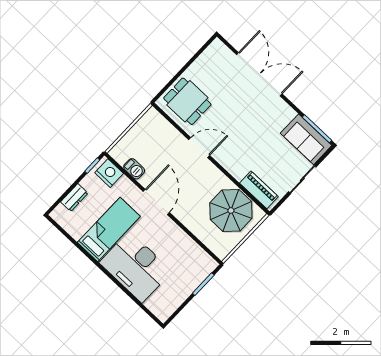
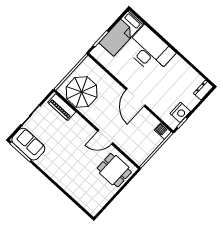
double door: (259, 74) -> (63, 190), removed
barbecue: (134, 169) -> (163, 131), moved
nightstand: (109, 173) -> (180, 112), moved, turned -90
dresser: (74, 198) -> (203, 90), moved
bed: (109, 229) -> (121, 33), moved

